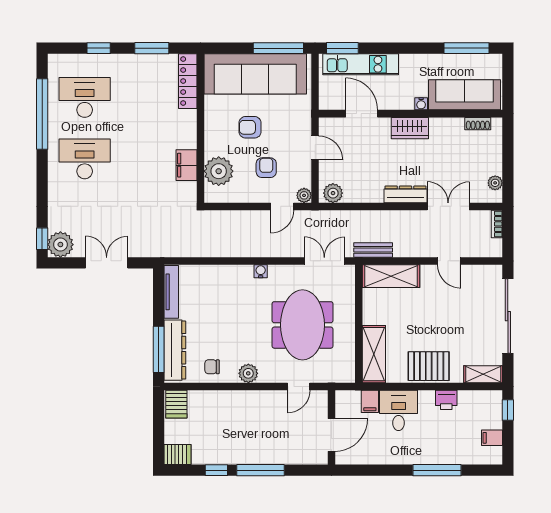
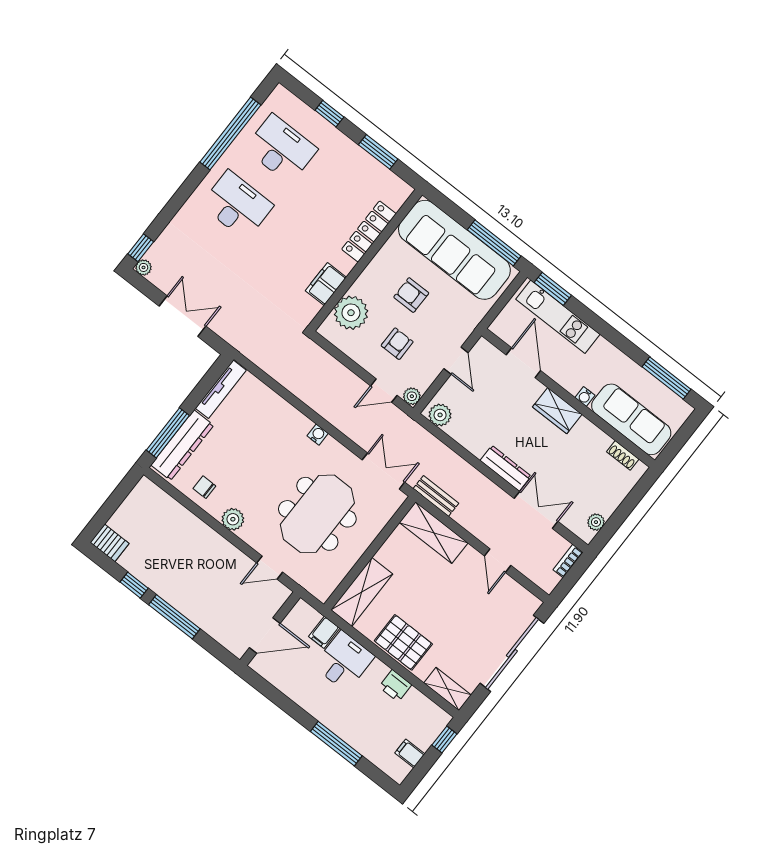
locker: (188, 81) -> (369, 231), moved
plant: (60, 245) -> (144, 267), width x0.53, depth x0.53
server rack: (176, 404) -> (145, 496), removed

